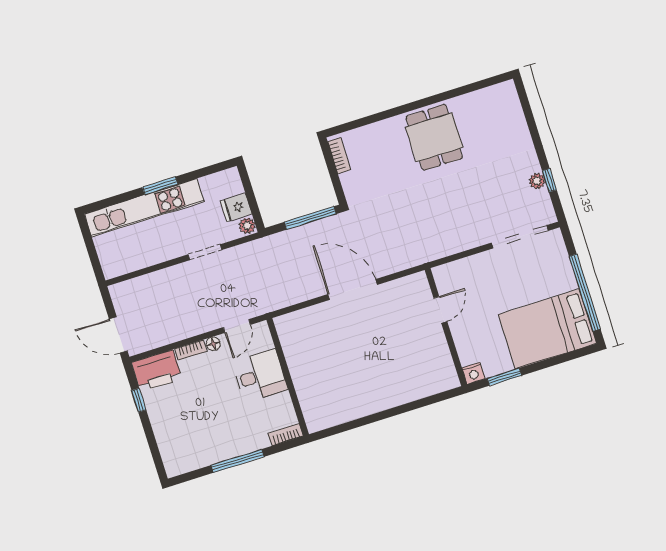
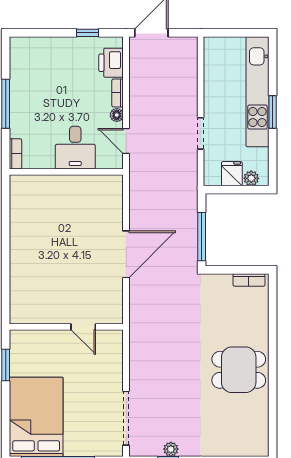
plant: (247, 226) -> (251, 178), moved
printer: (157, 371) -> (111, 63), width x0.73, depth x0.84
nightstand: (473, 373) -> (17, 338), removed

